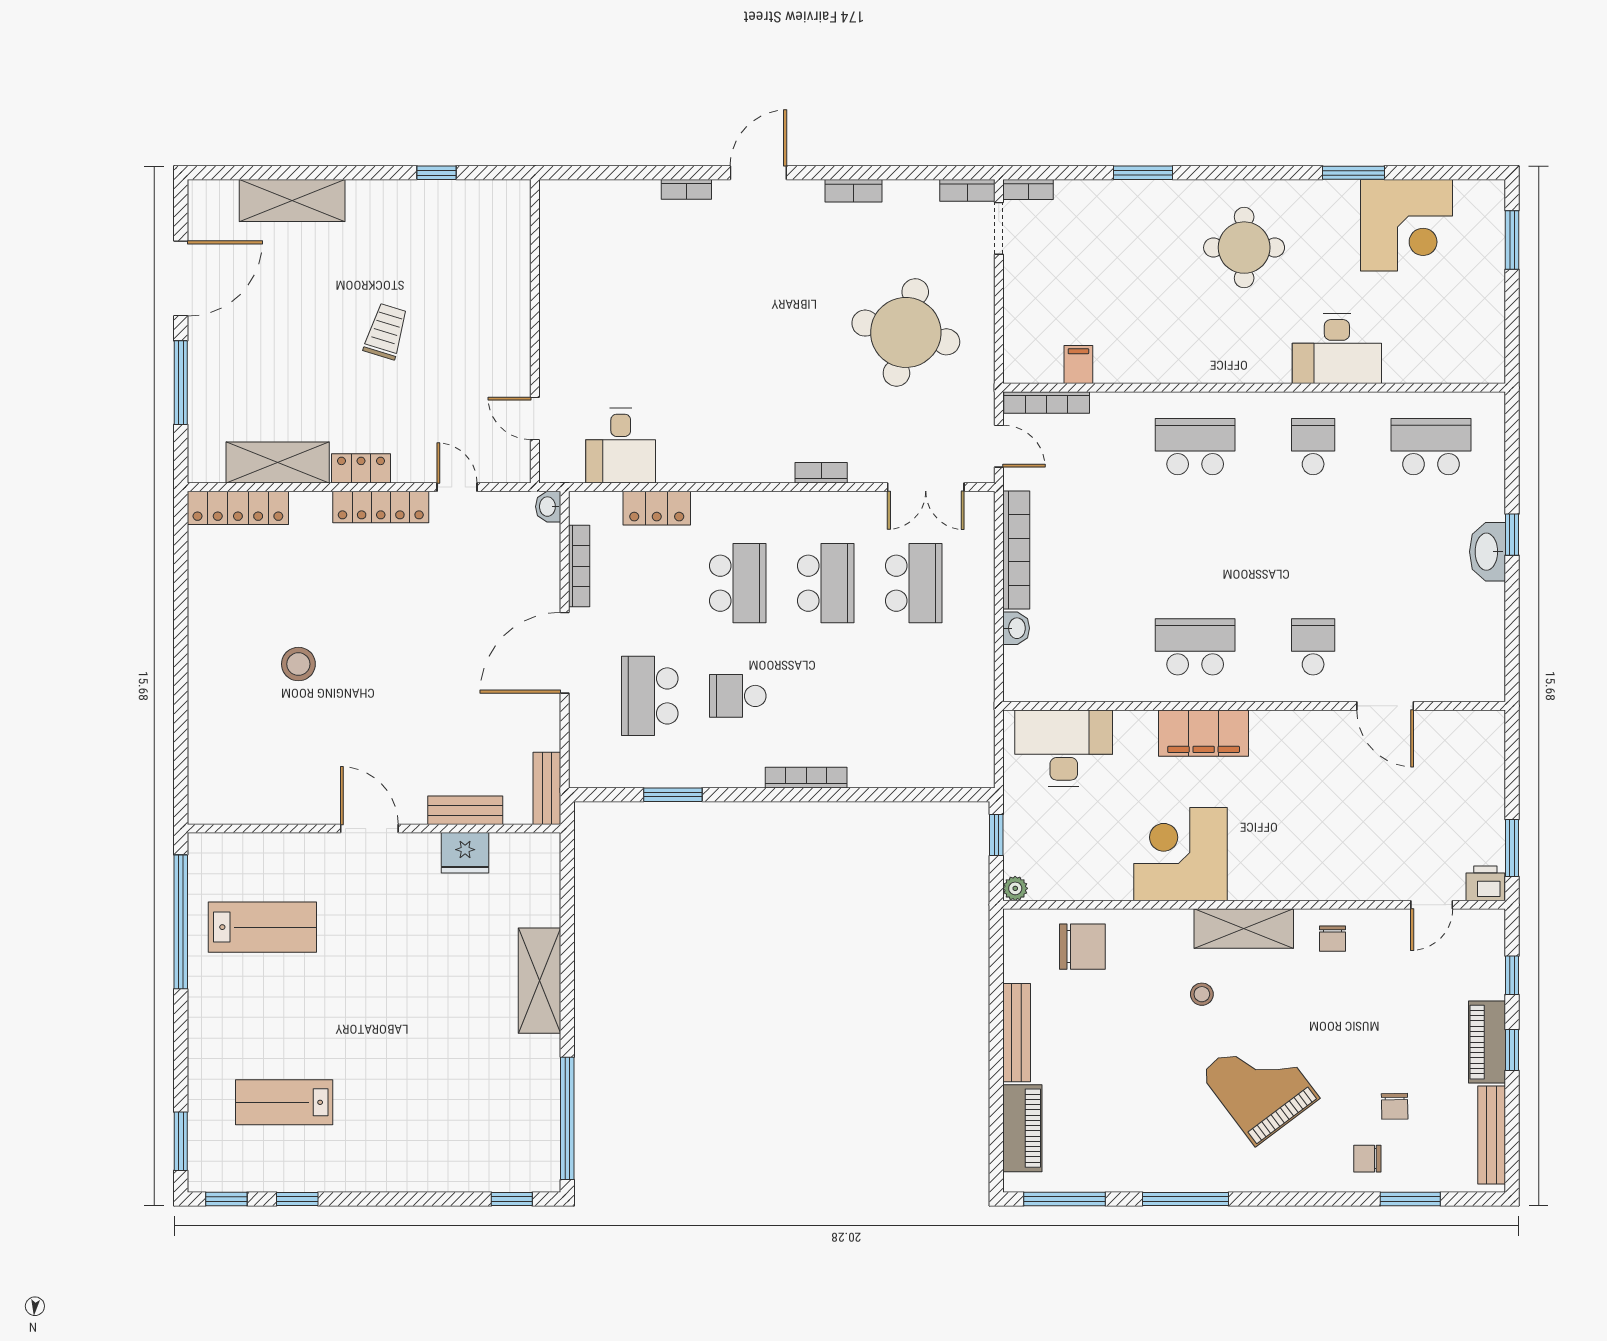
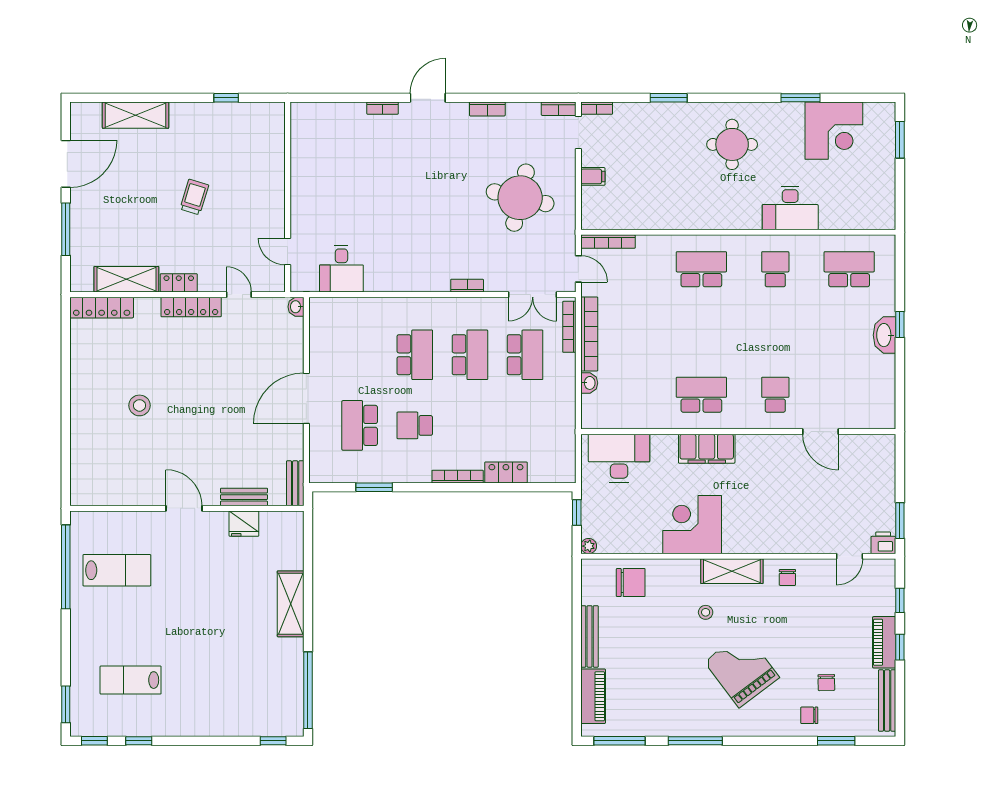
filing cabinet: (1078, 365) -> (593, 176), moved, turned 90
locker: (657, 508) -> (506, 472), moved, turned 180
bookcase: (579, 566) -> (569, 327), moved, turned 180

